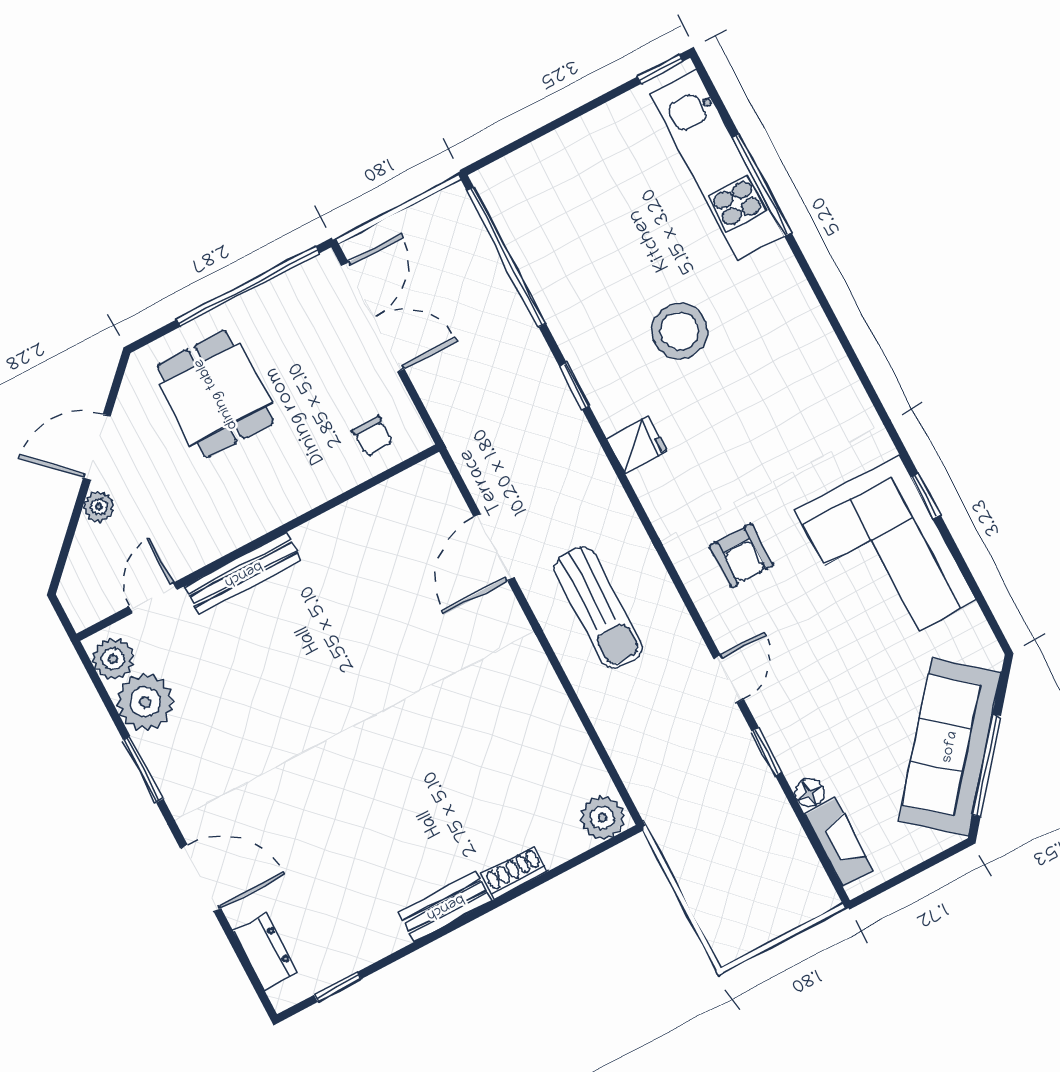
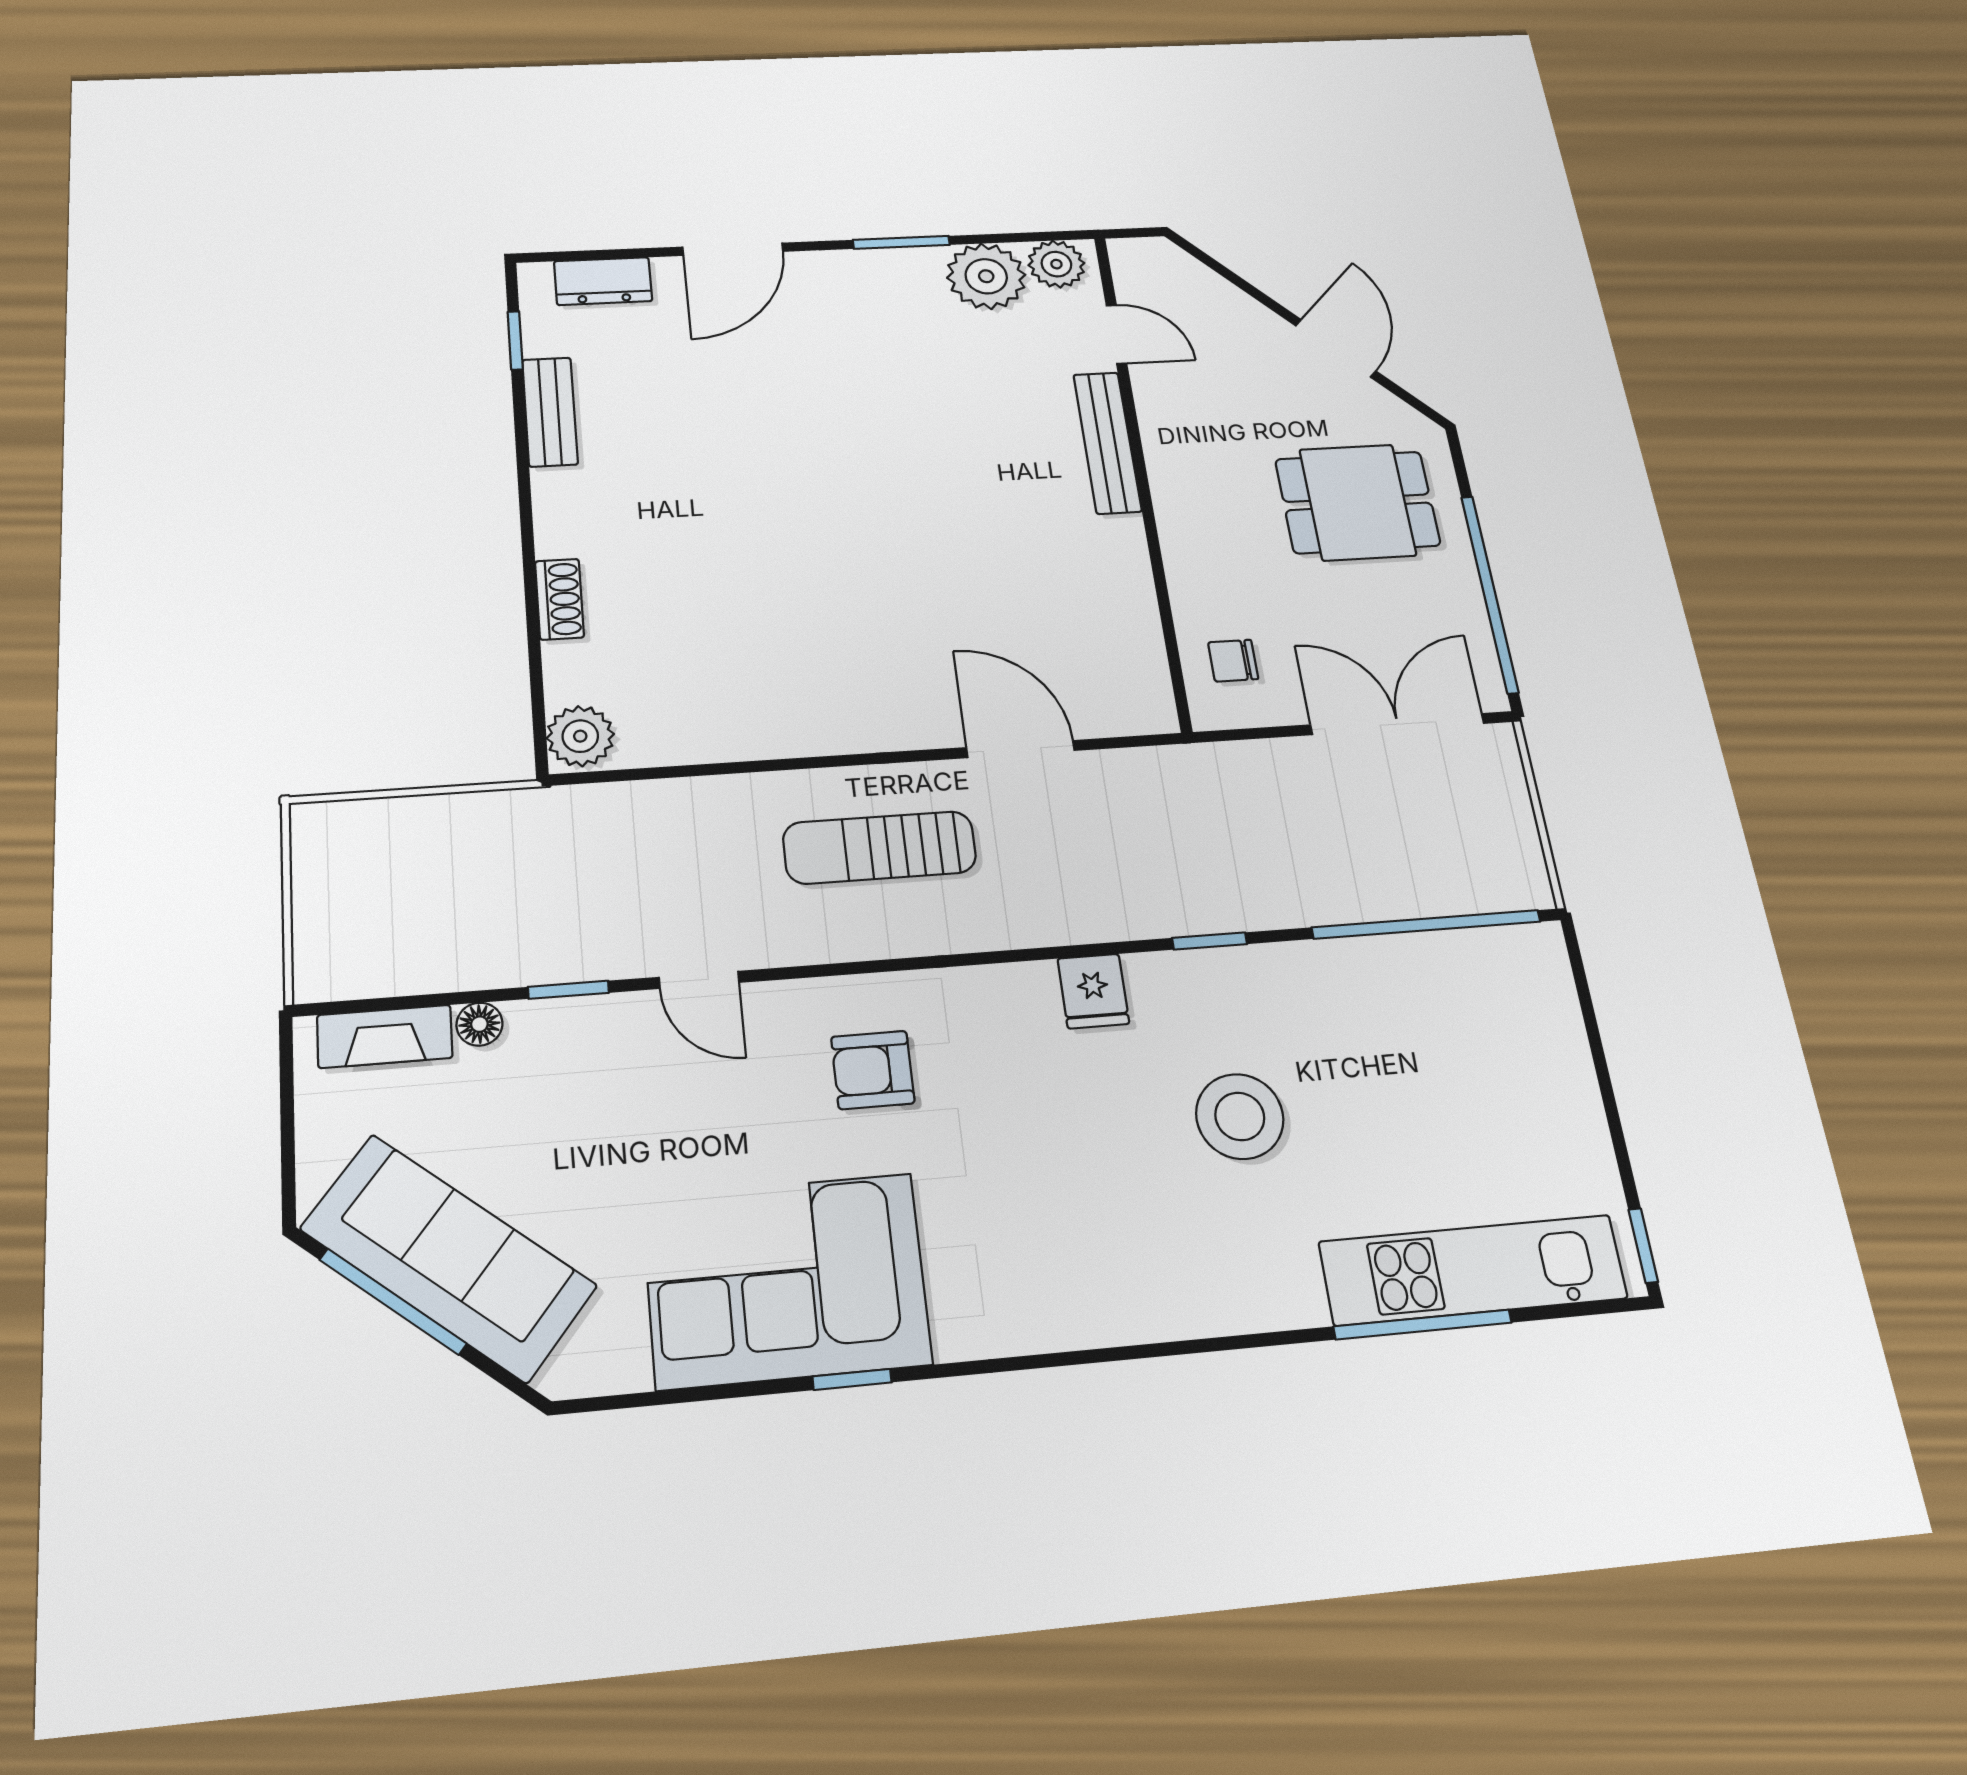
double door: (373, 317) -> (1397, 724), swing flipped
plant: (99, 507) -> (1258, 322), removed
bench: (445, 907) -> (550, 412), moved

